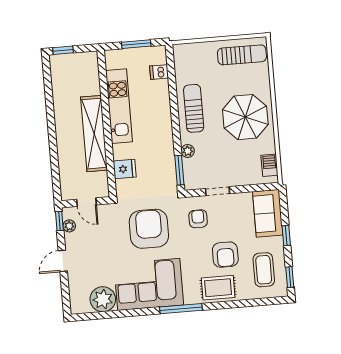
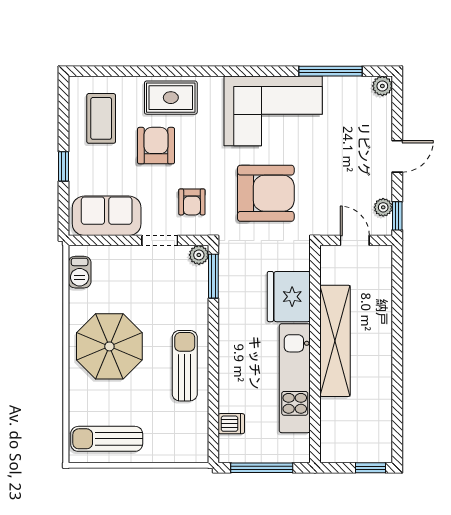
window: (136, 44) -> (262, 468), width x1.44
sun lounger: (194, 108) -> (185, 366), turned 180
plant: (188, 151) -> (199, 255), moved
fridge: (125, 169) -> (289, 297), width x1.88, depth x1.34
sofa: (268, 213) -> (107, 216), moved, turned -90
armchair: (149, 229) -> (266, 193), turned -90
window: (290, 277) -> (63, 104), removed
plant: (103, 299) -> (382, 86), moved, width x0.53, depth x0.53
window: (181, 309) -> (331, 71), moved

